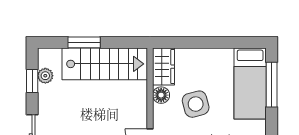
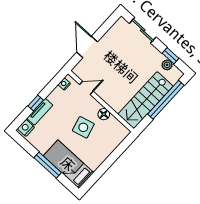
window: (84, 42) -> (166, 100), width x2.11
wardrobe: (164, 67) -> (117, 129), removed
window: (272, 85) -> (48, 165), moved

